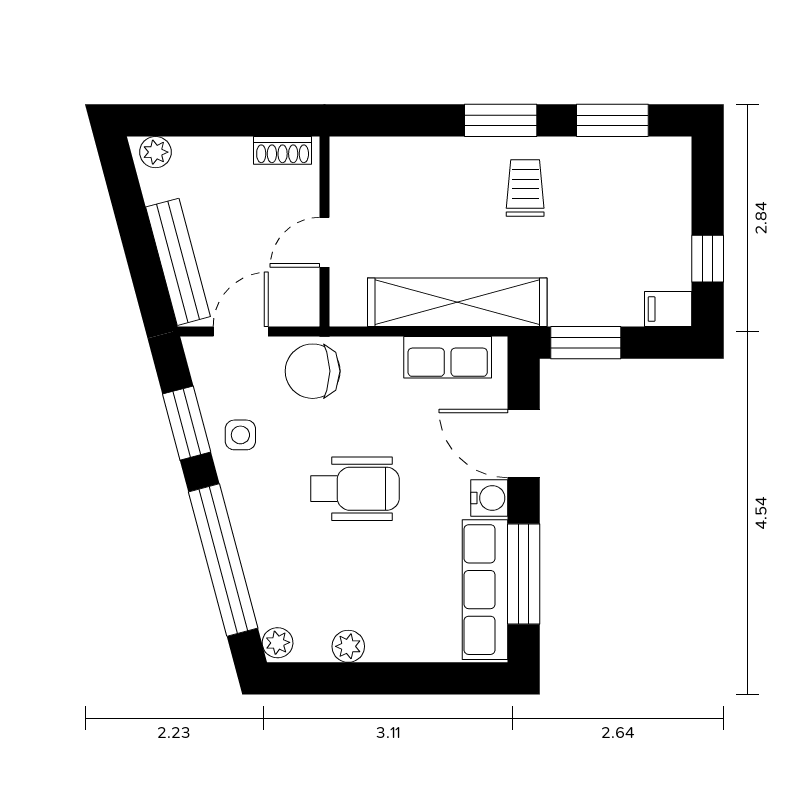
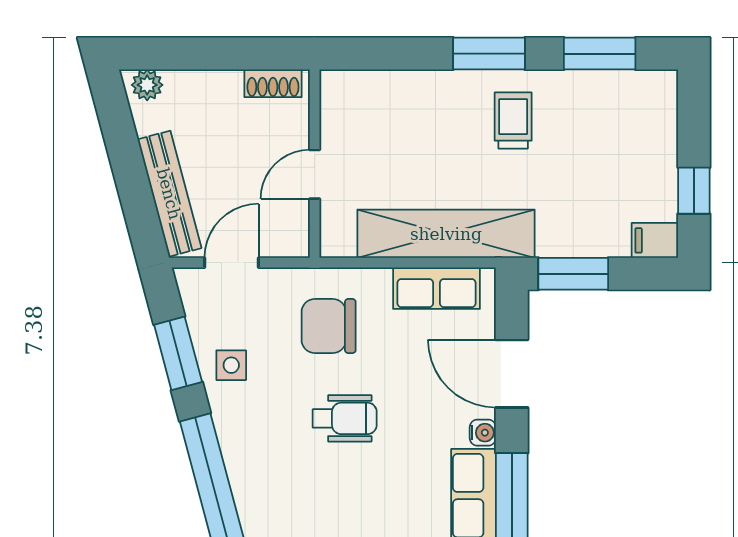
chair: (313, 371) -> (329, 326), moved
wheelchair: (355, 489) -> (345, 418), width x0.73, depth x0.73
water cooler: (489, 498) -> (483, 433), width x0.72, depth x0.72

